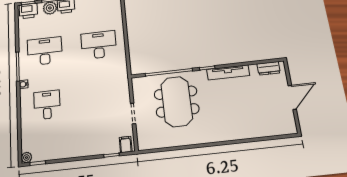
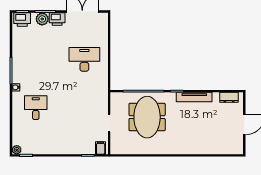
desk: (45, 51) -> (36, 59), removed

